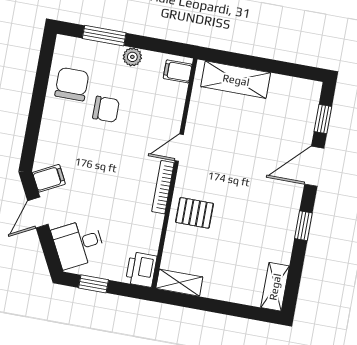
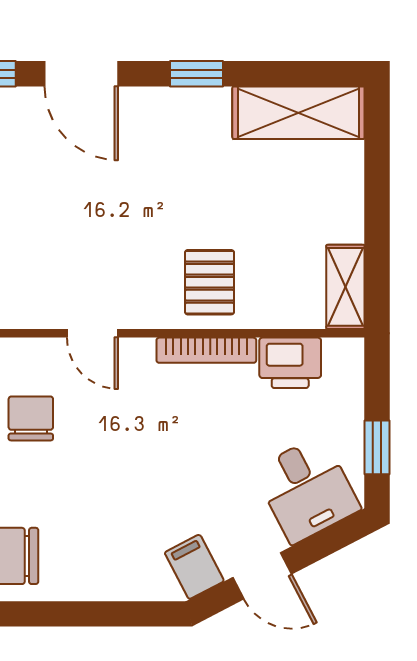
chair: (106, 109) -> (31, 418), moved
bookcase: (163, 187) -> (206, 350), moved
printer: (141, 269) -> (290, 363), moved
shelving: (275, 287) -> (298, 113), width x1.50, depth x1.33

